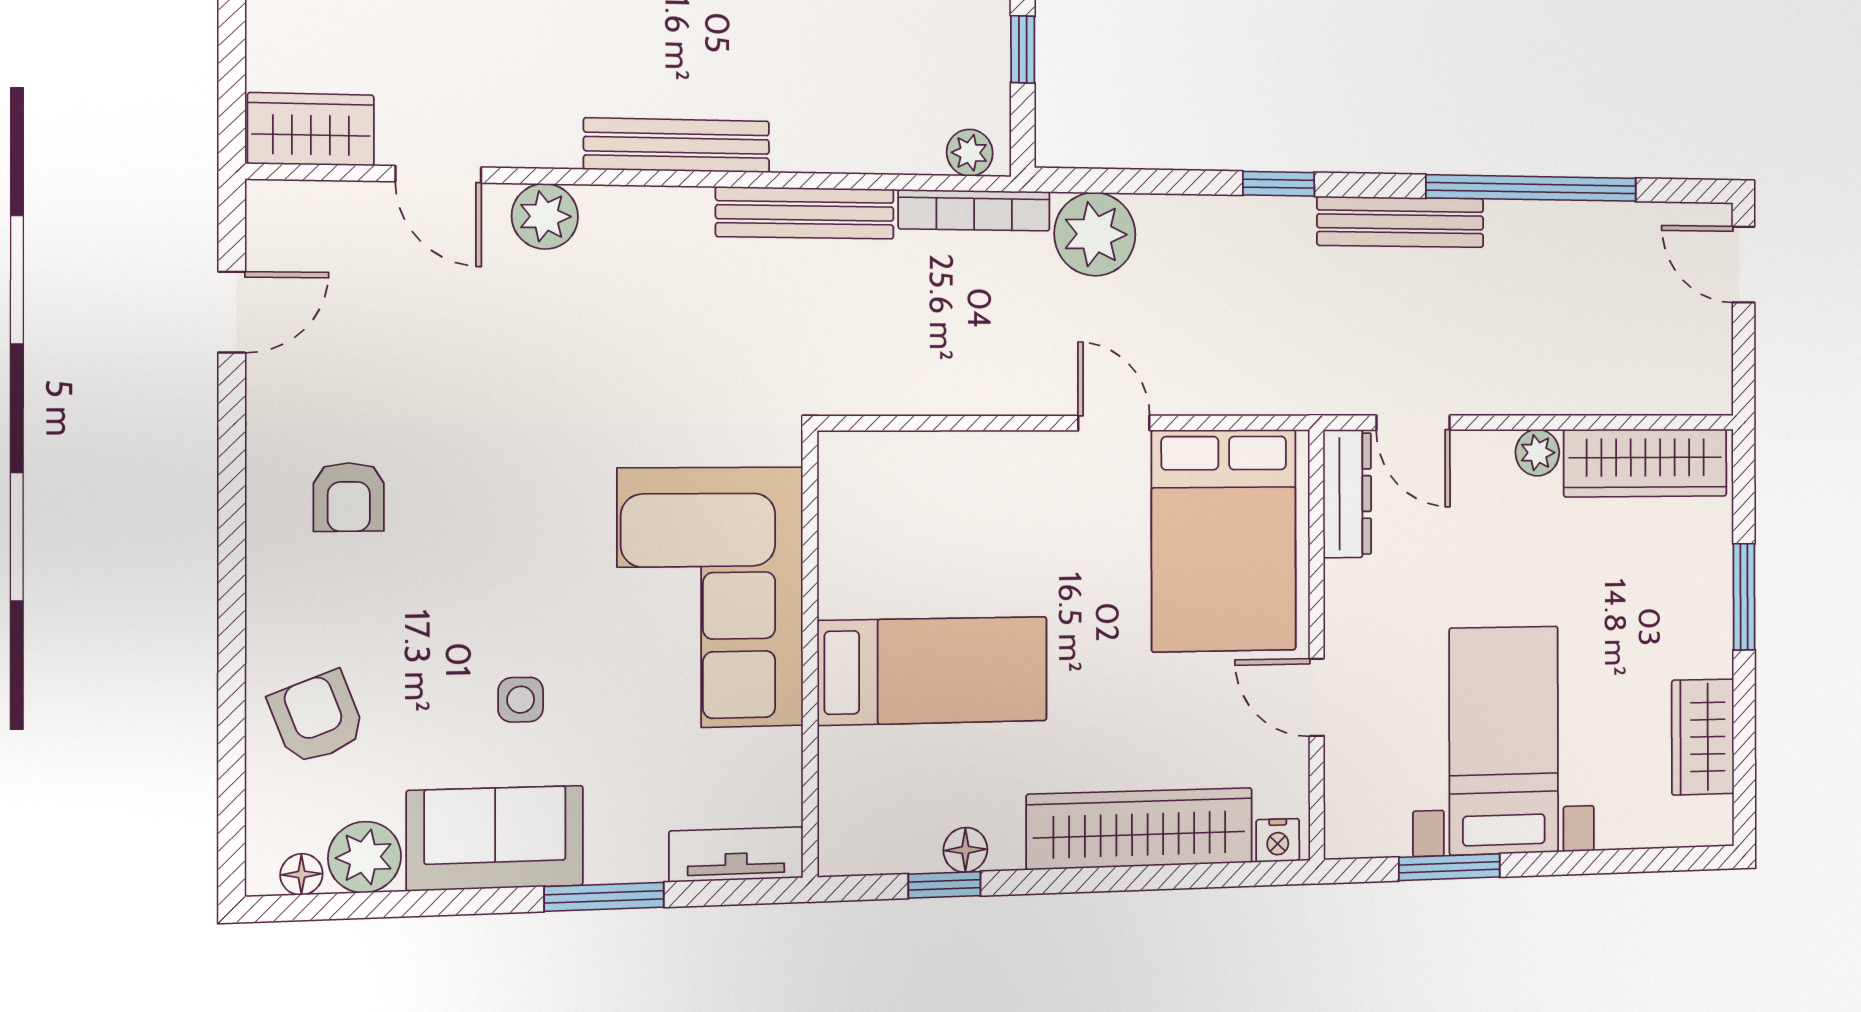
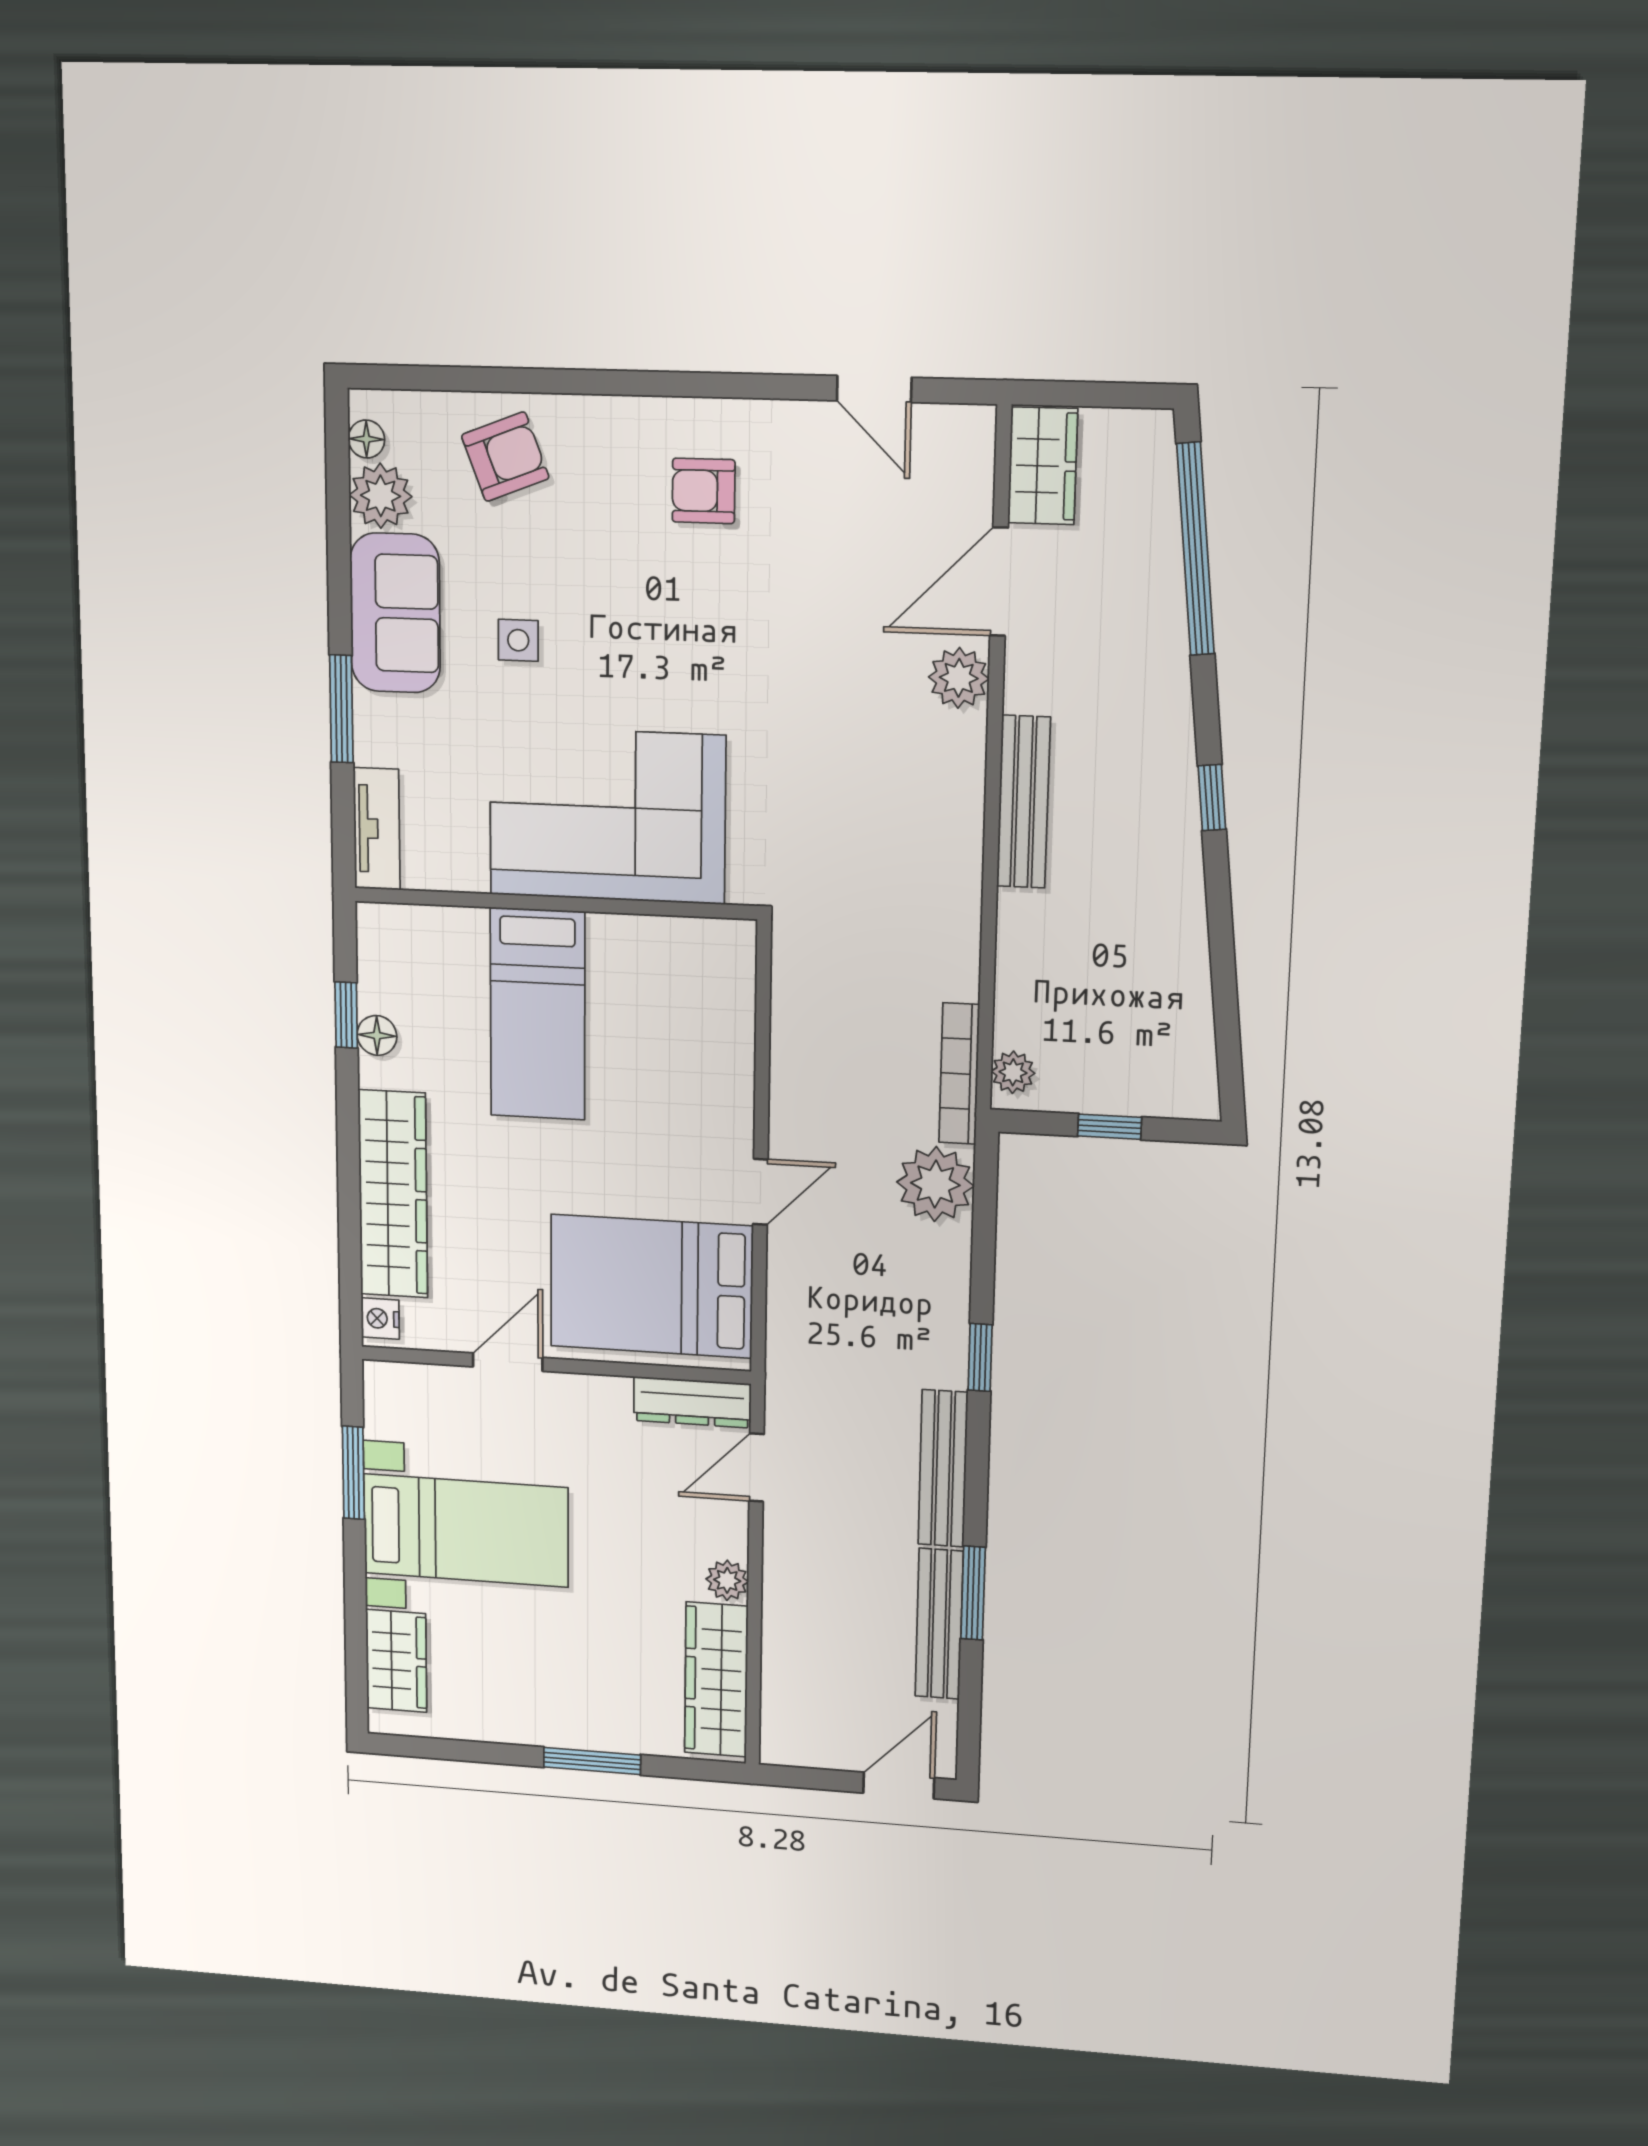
door: (438, 174) -> (999, 582), width x1.38
window: (1532, 188) -> (973, 1593), width x0.47
bench: (805, 213) -> (939, 1624), moved
wardrobe: (1703, 737) -> (396, 1661), moved, turned 90

